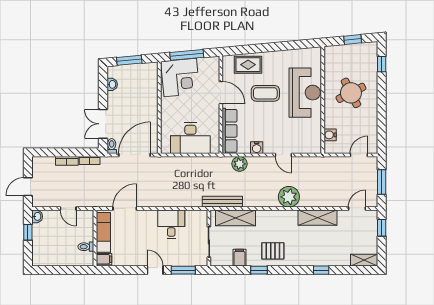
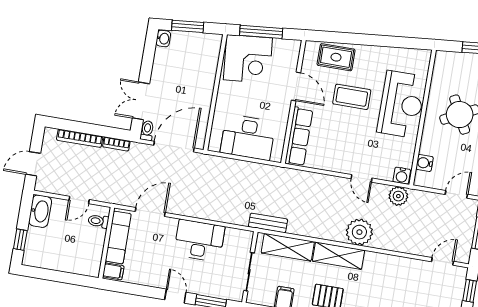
washbasin: (112, 84) -> (163, 39), moved
water cooler: (257, 148) -> (402, 176), moved
bookcase: (67, 161) -> (80, 138), width x1.56
plant: (240, 164) -> (398, 196), moved
bench: (222, 202) -> (268, 223), width x0.73
door: (68, 209) -> (79, 200), hinge flipped
washbasin: (37, 216) -> (40, 211), width x1.91, depth x1.45
shelving: (318, 218) -> (339, 256), moved
desk: (171, 224) -> (199, 241), width x1.37
window: (28, 232) -> (20, 240), moved
toilet: (86, 247) -> (98, 221), moved

